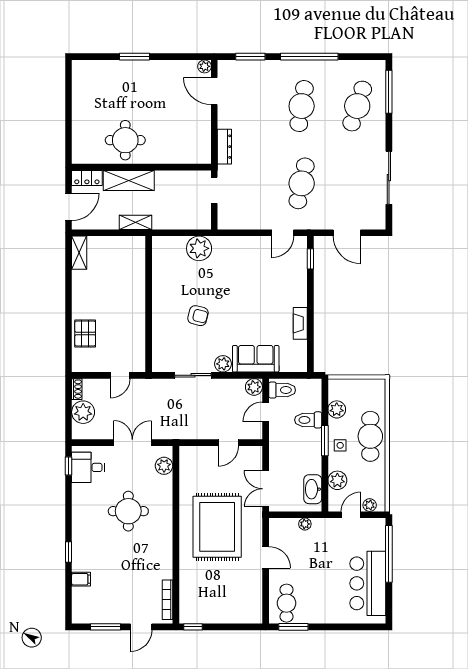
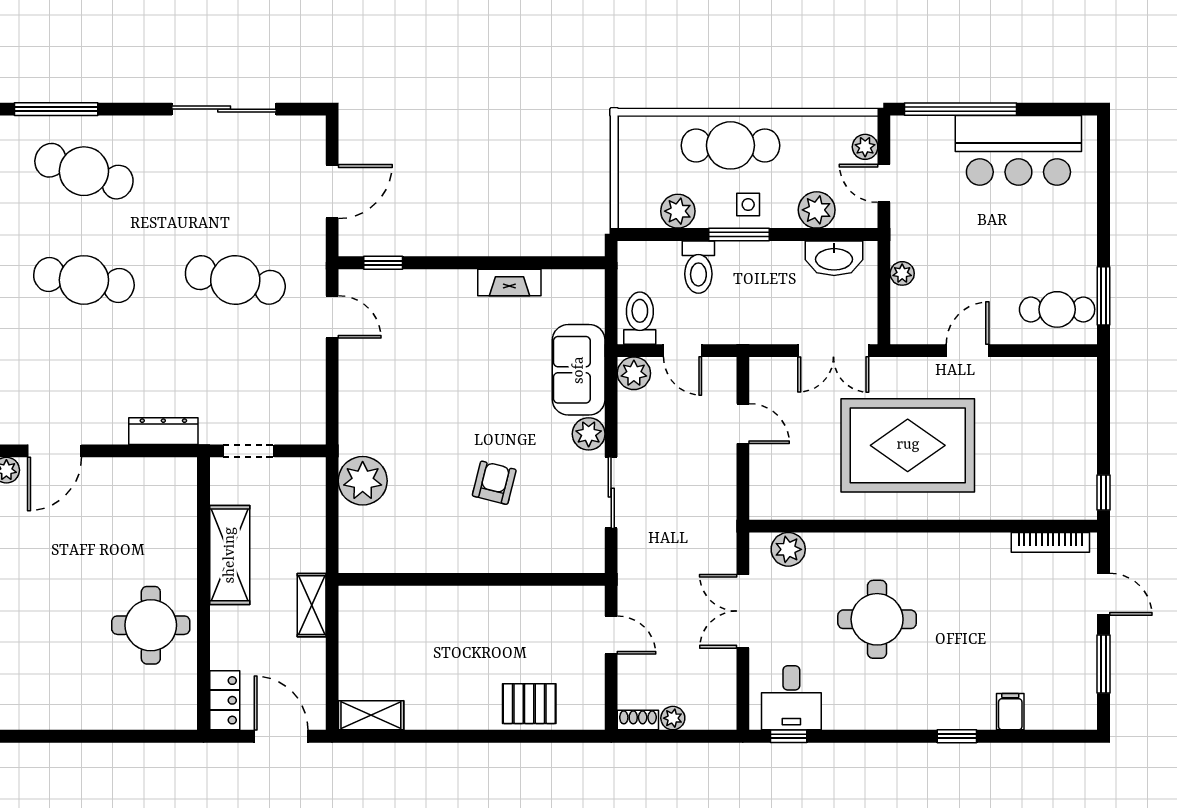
shelving: (129, 180) -> (230, 555), moved
plant: (83, 412) -> (673, 718), width x0.53, depth x0.53

